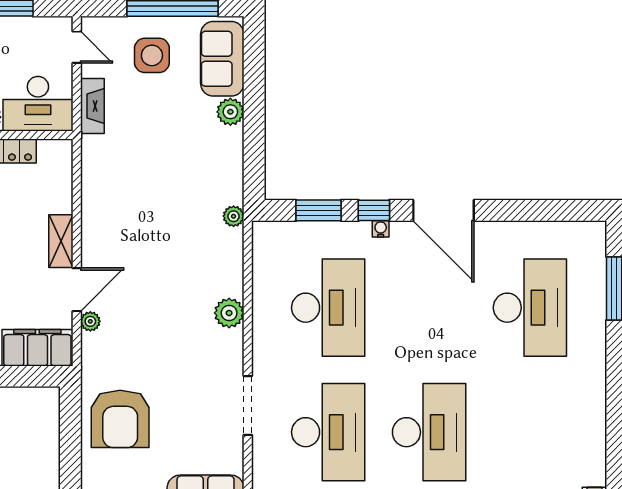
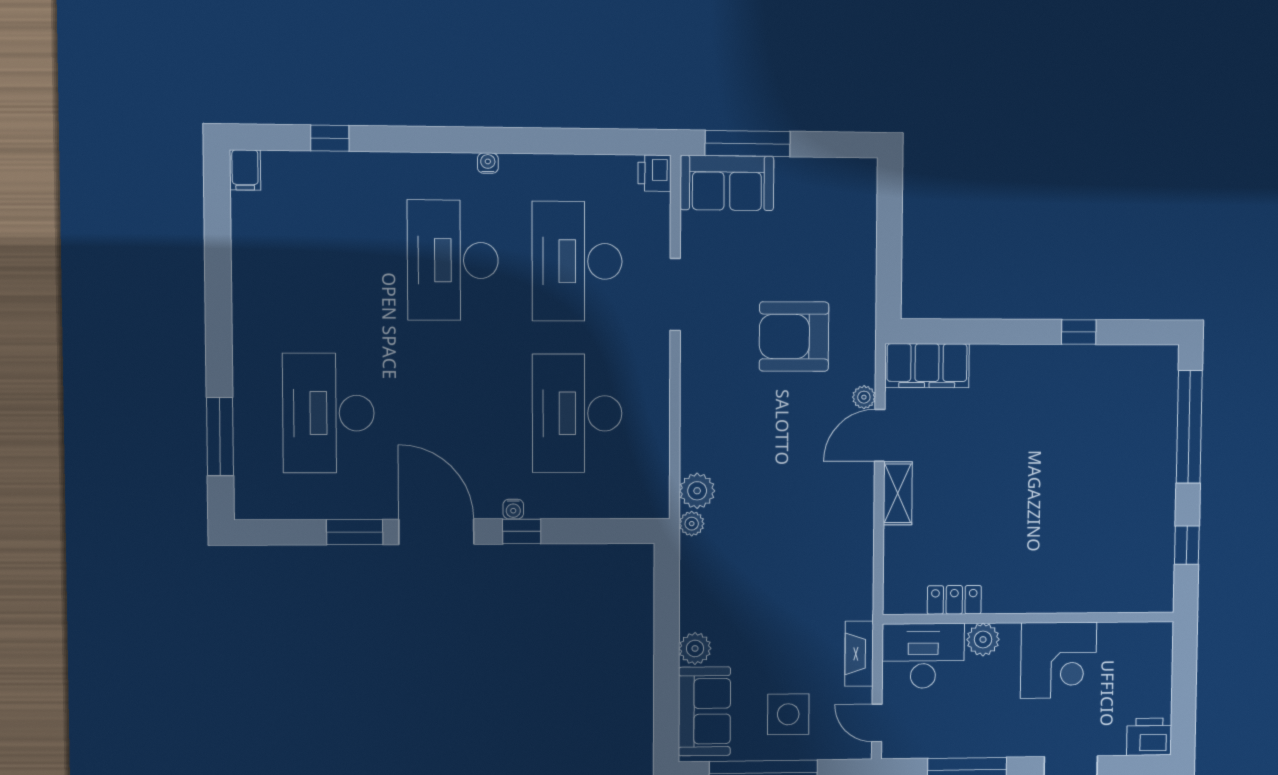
window: (318, 210) -> (355, 532), moved
plant: (229, 313) -> (697, 491), moved
armchair: (120, 419) -> (794, 337), moved, turned -90

